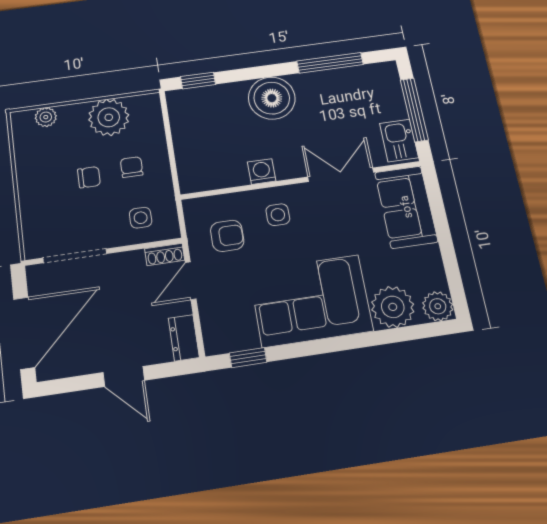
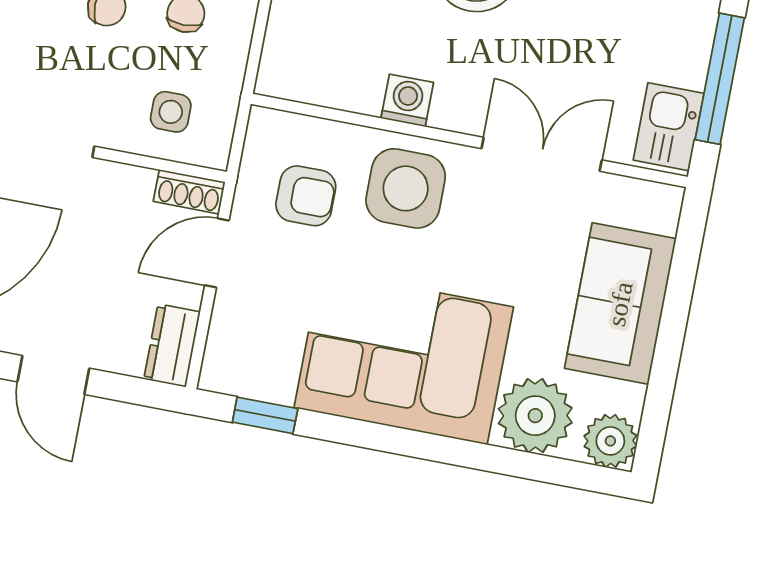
sofa: (406, 207) -> (620, 304), moved
side table: (278, 215) -> (406, 188), width x1.87, depth x1.87

